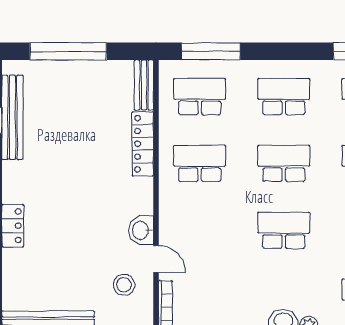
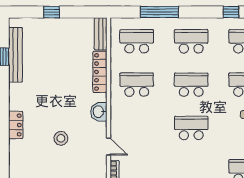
window: (68, 51) -> (52, 12), width x0.32
window: (211, 51) -> (160, 12), moved
washbasin: (141, 230) -> (99, 112), moved
stool: (124, 285) -> (61, 138), moved

